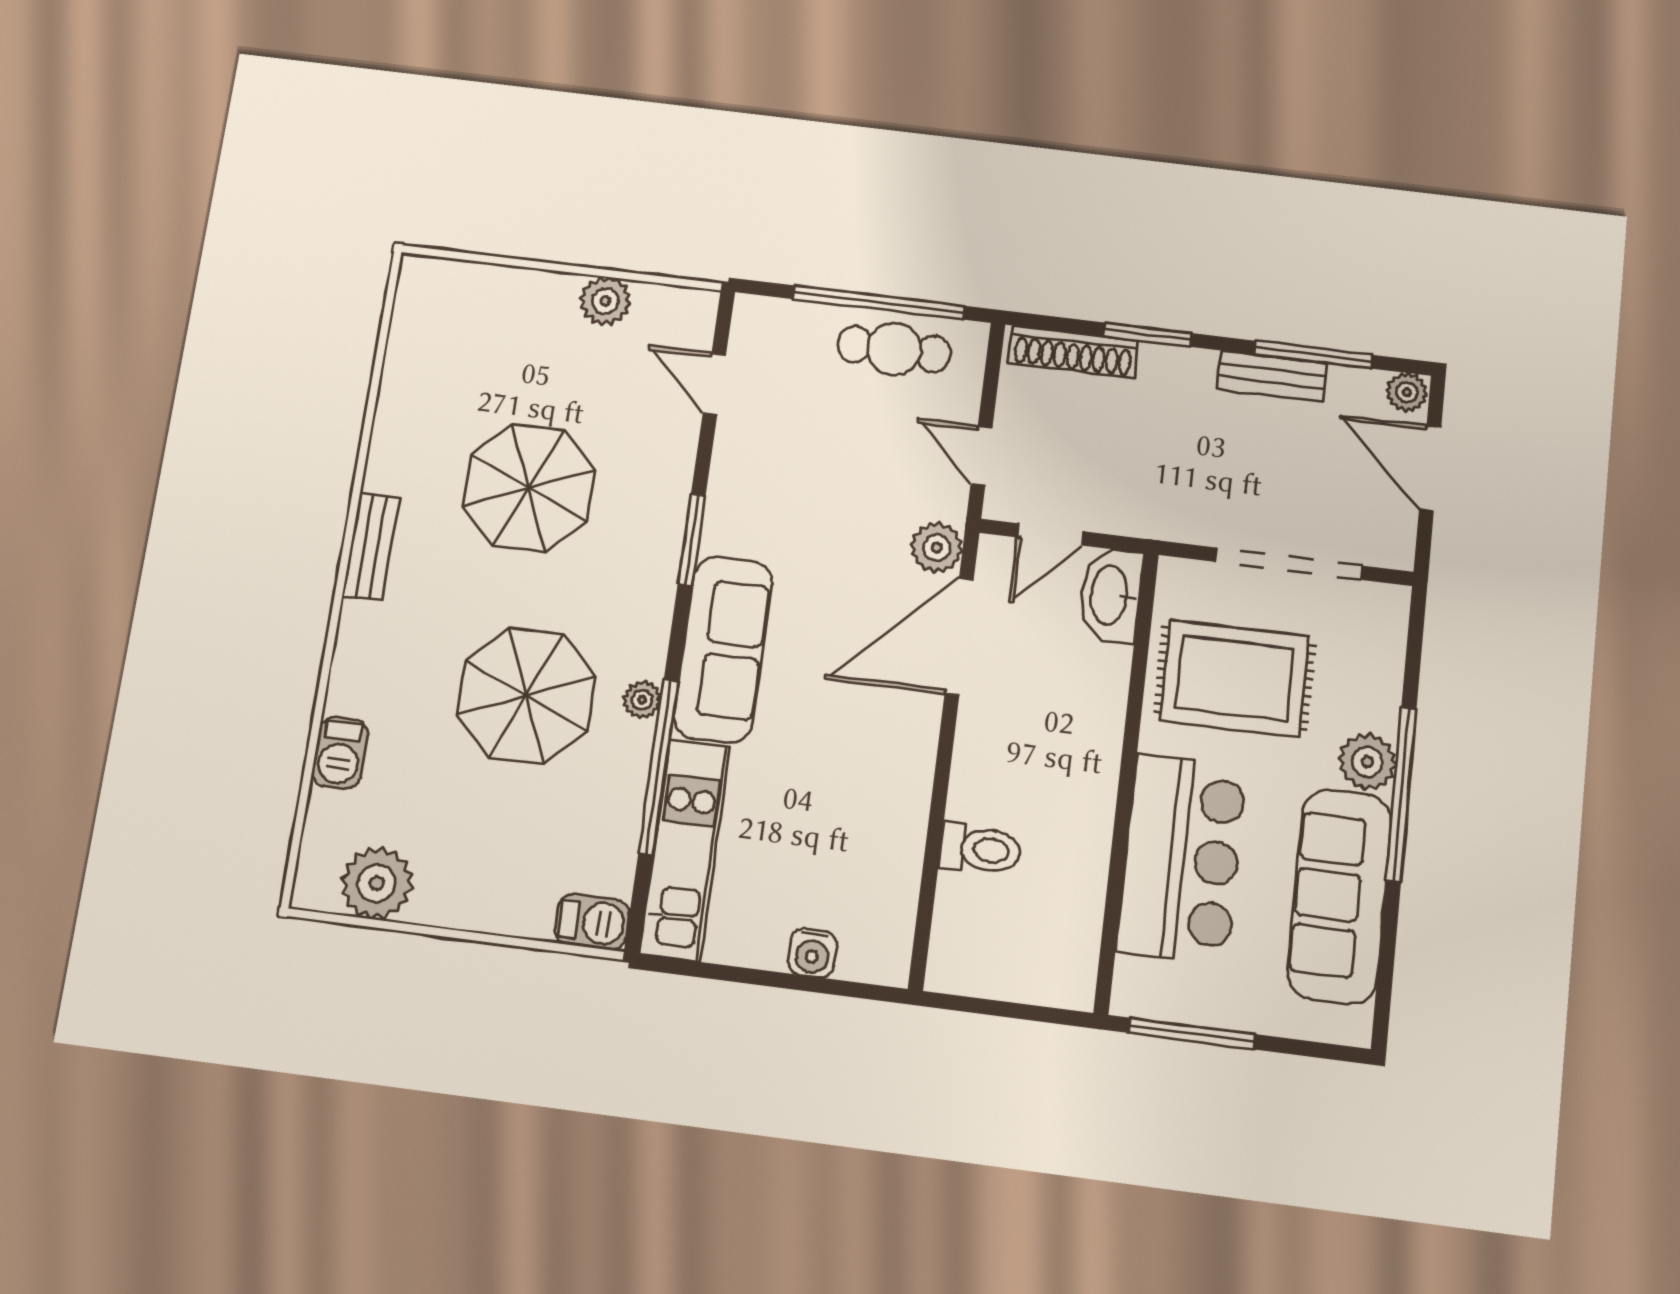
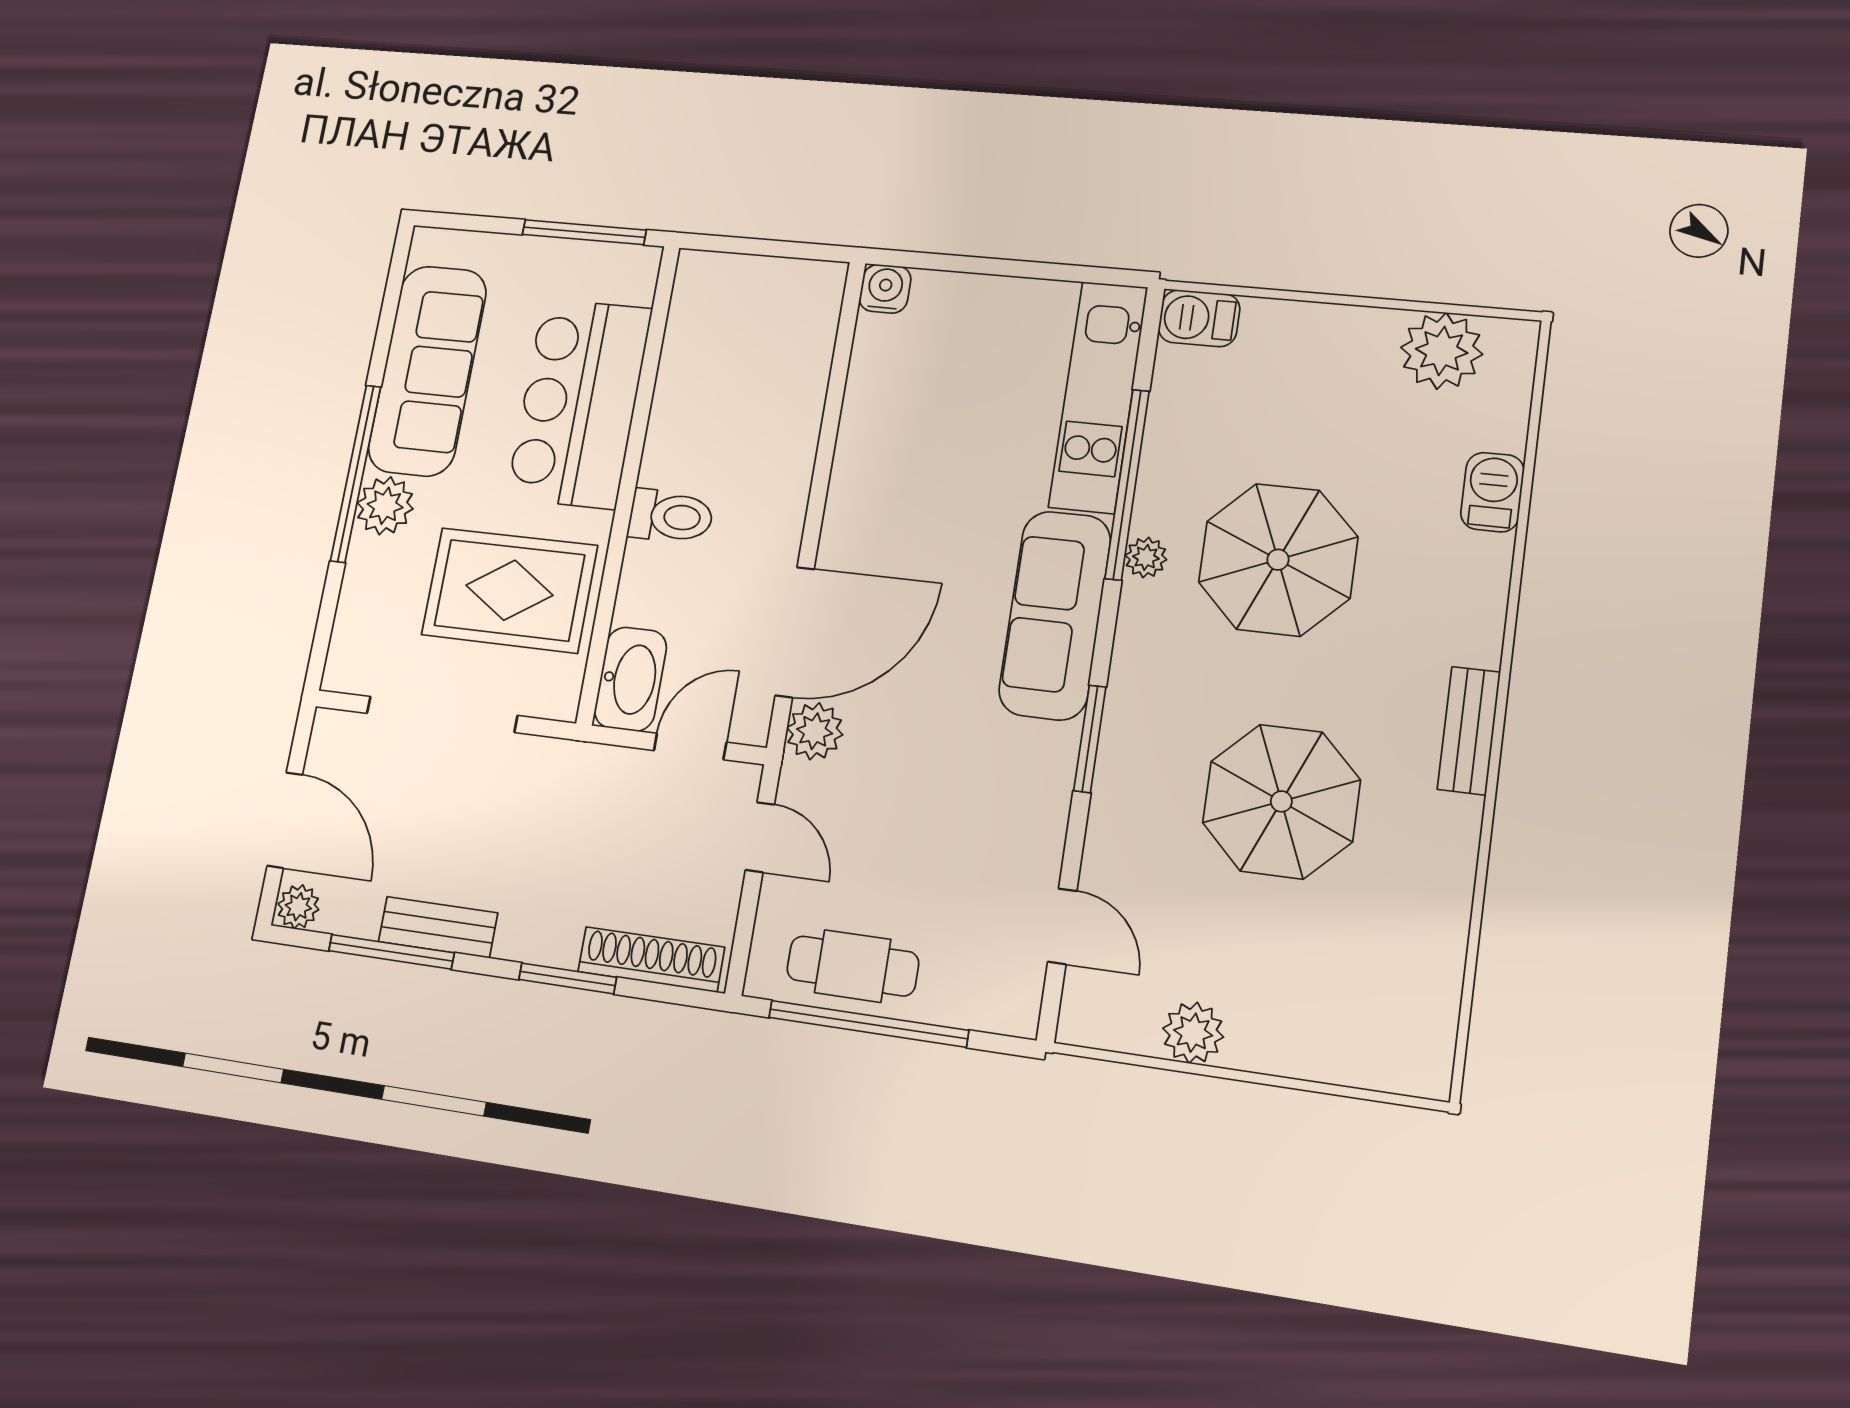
toilet: (980, 849) -> (671, 516), moved, turned 180
water cooler: (812, 953) -> (885, 289), moved

